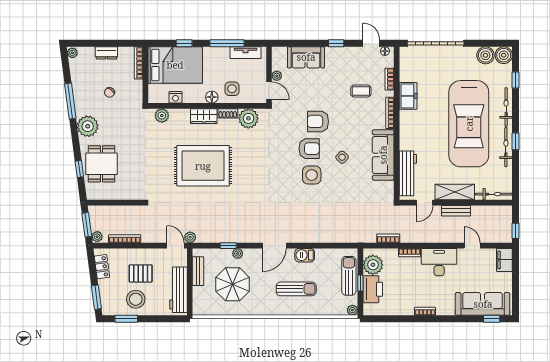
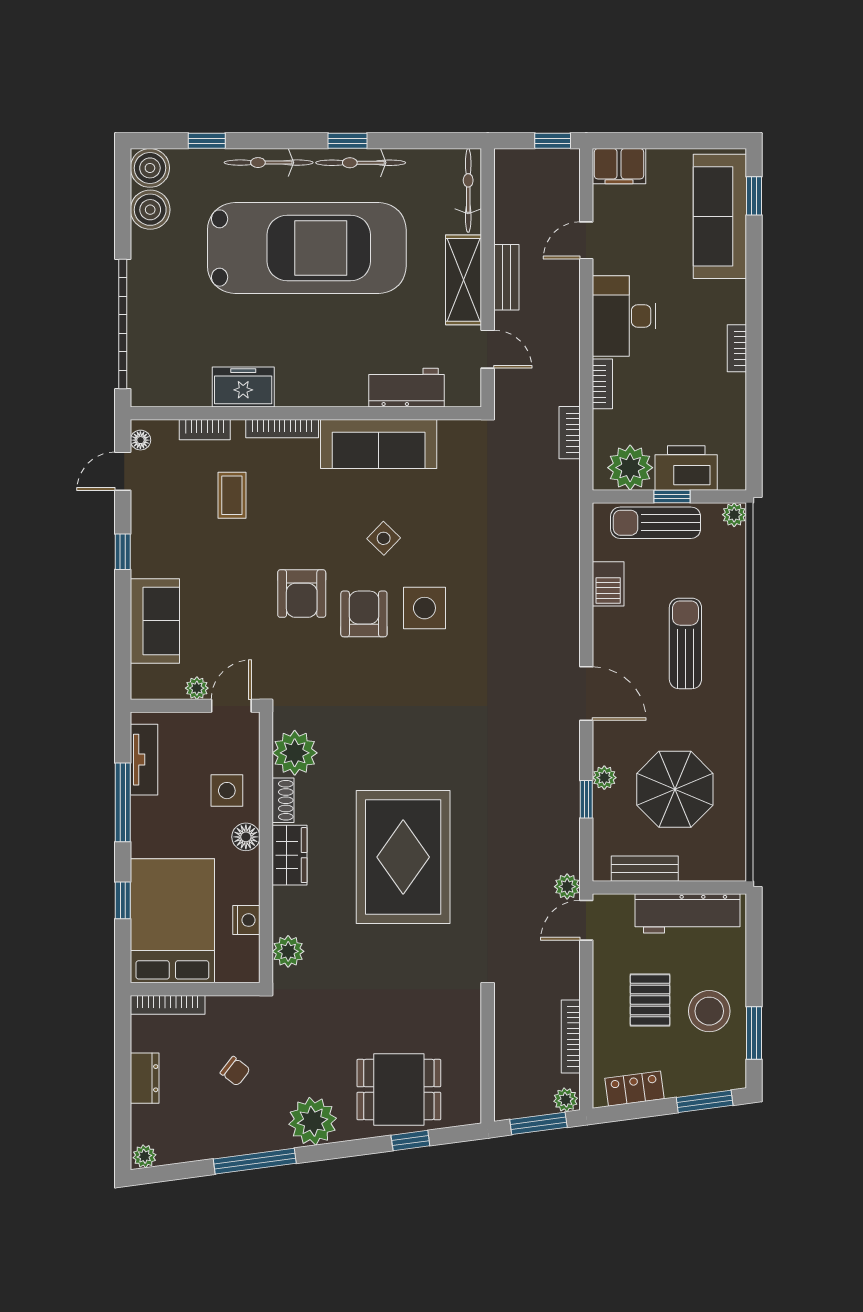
workbench: (408, 173) -> (407, 388), width x0.73
barbecue: (305, 255) -> (608, 584), moved

